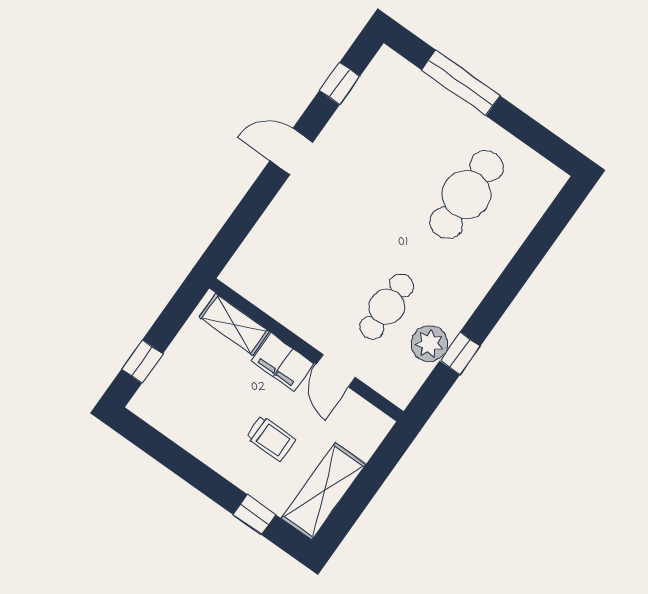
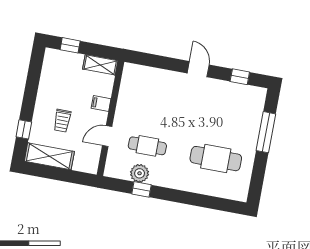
shelving: (234, 324) -> (100, 65), moved, turned 90
filing cabinet: (283, 362) -> (101, 103), width x0.50

